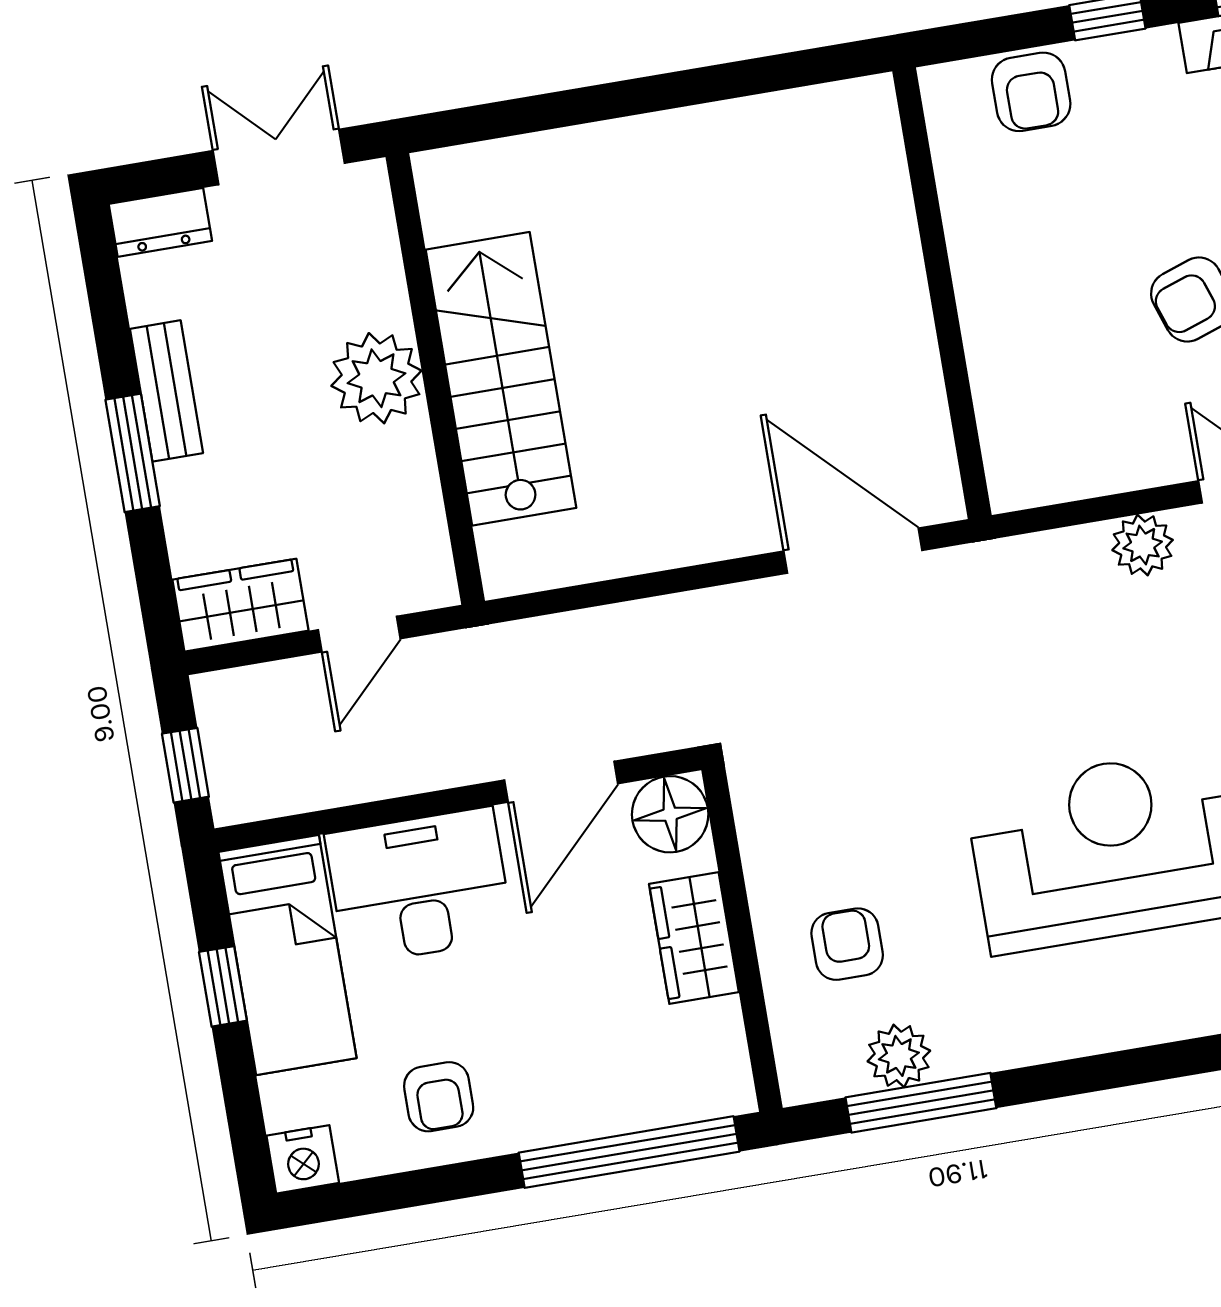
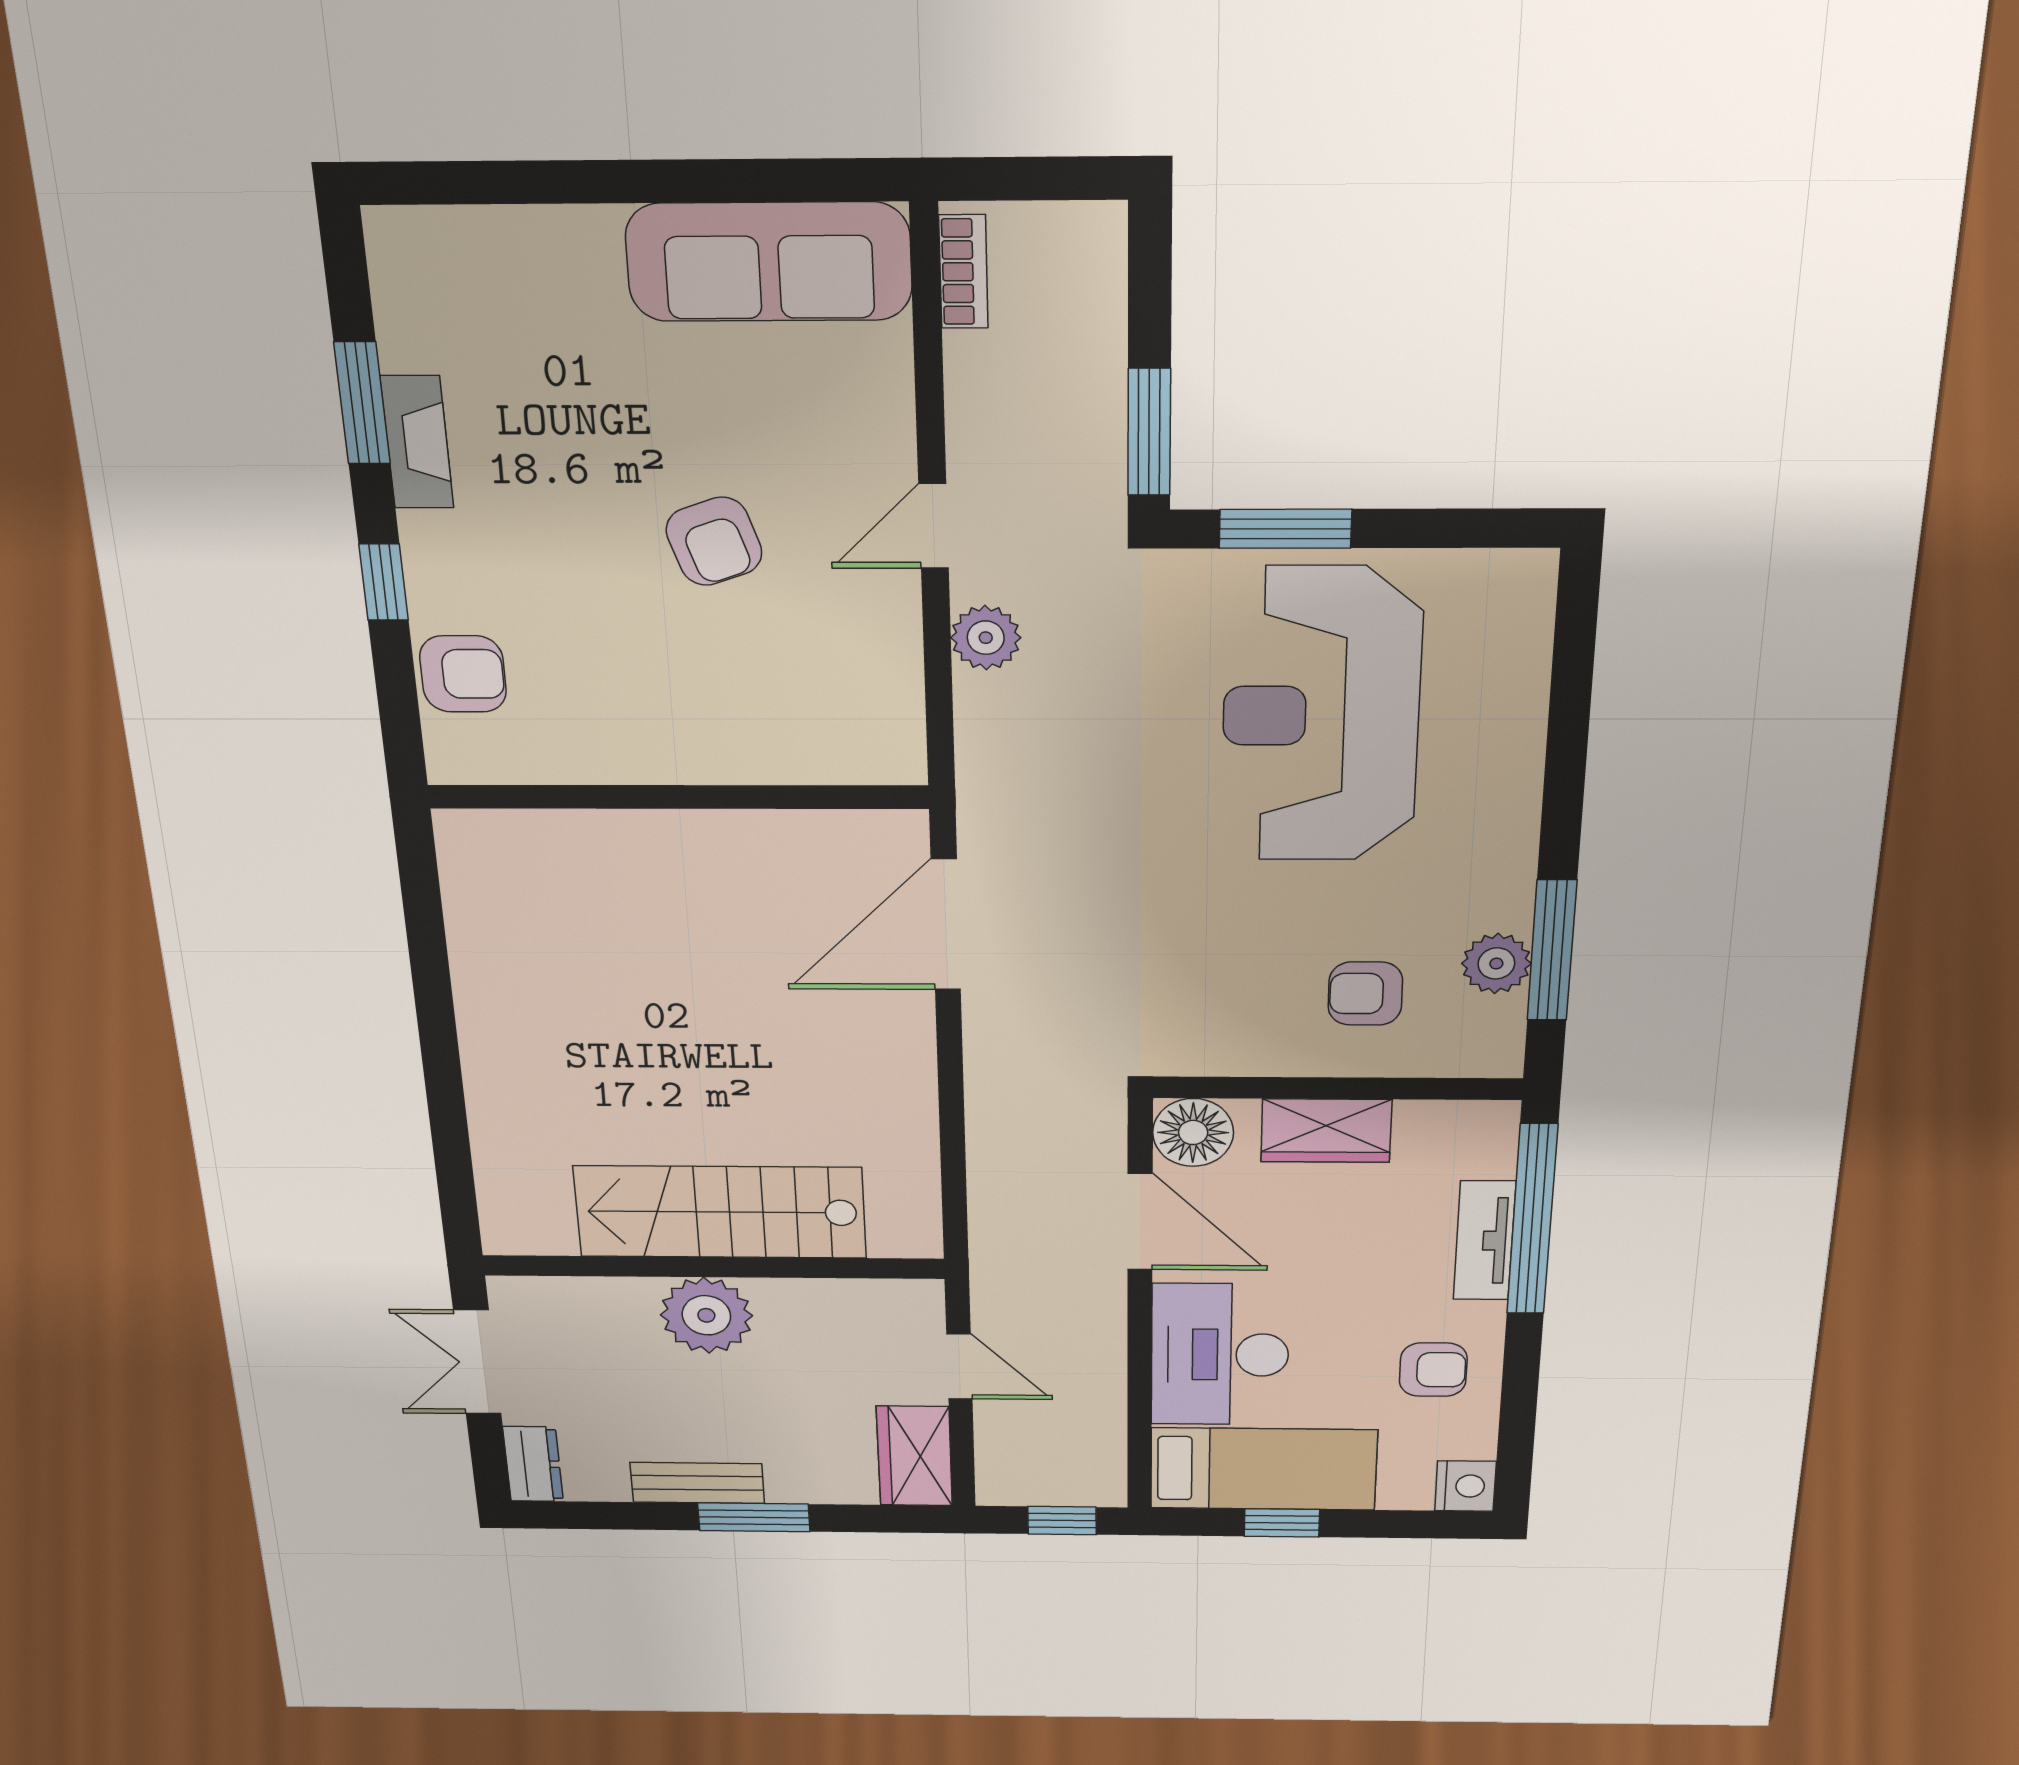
tv unit: (598, 1113) -> (1484, 1241), added

